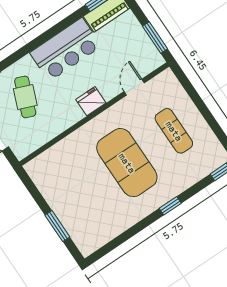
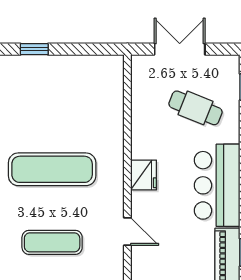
exercise mat: (127, 163) -> (52, 169), width x0.68
window: (57, 226) -> (34, 49), width x0.67

